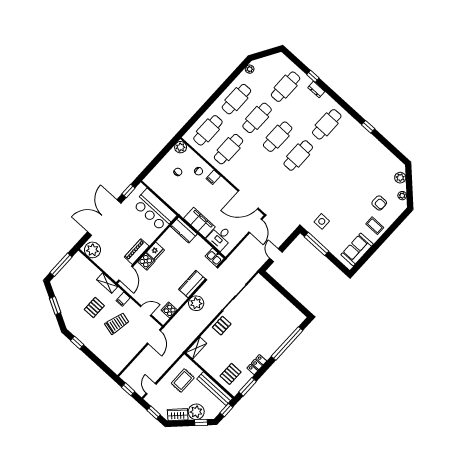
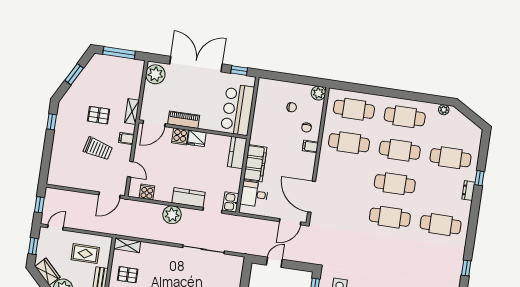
pallet: (222, 326) -> (128, 275), moved

